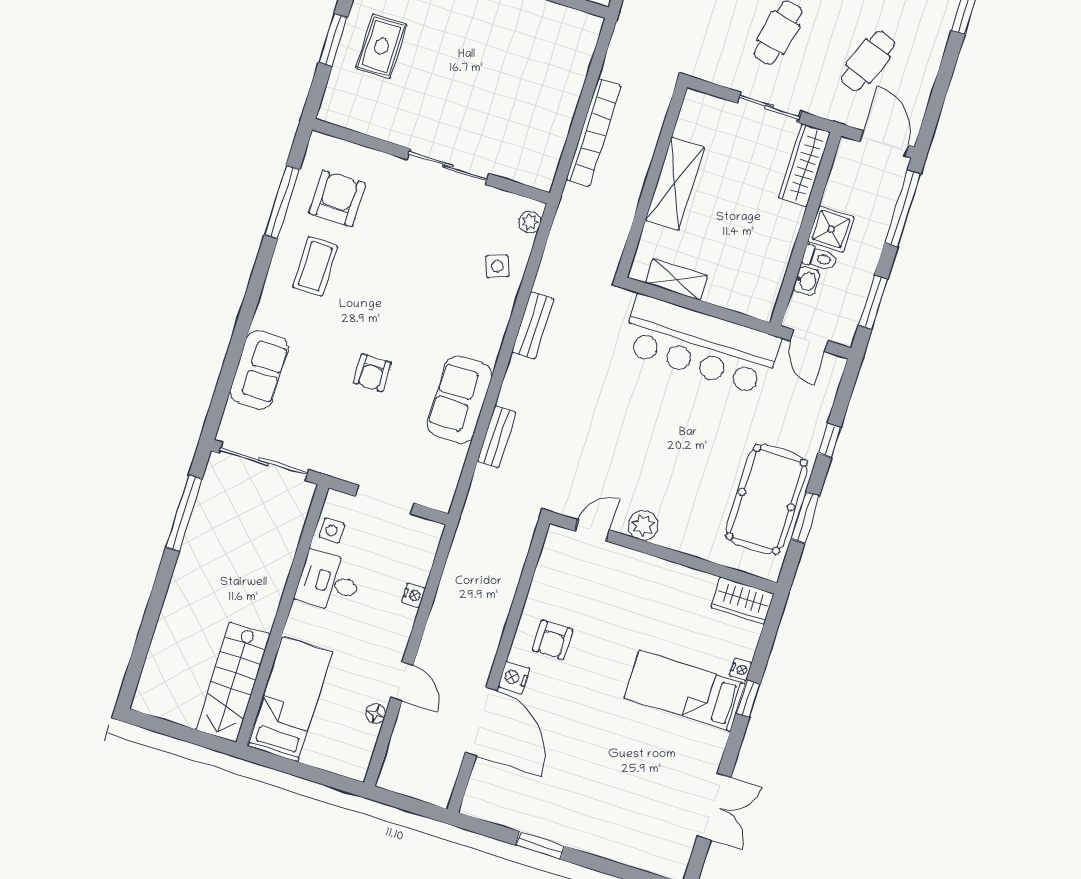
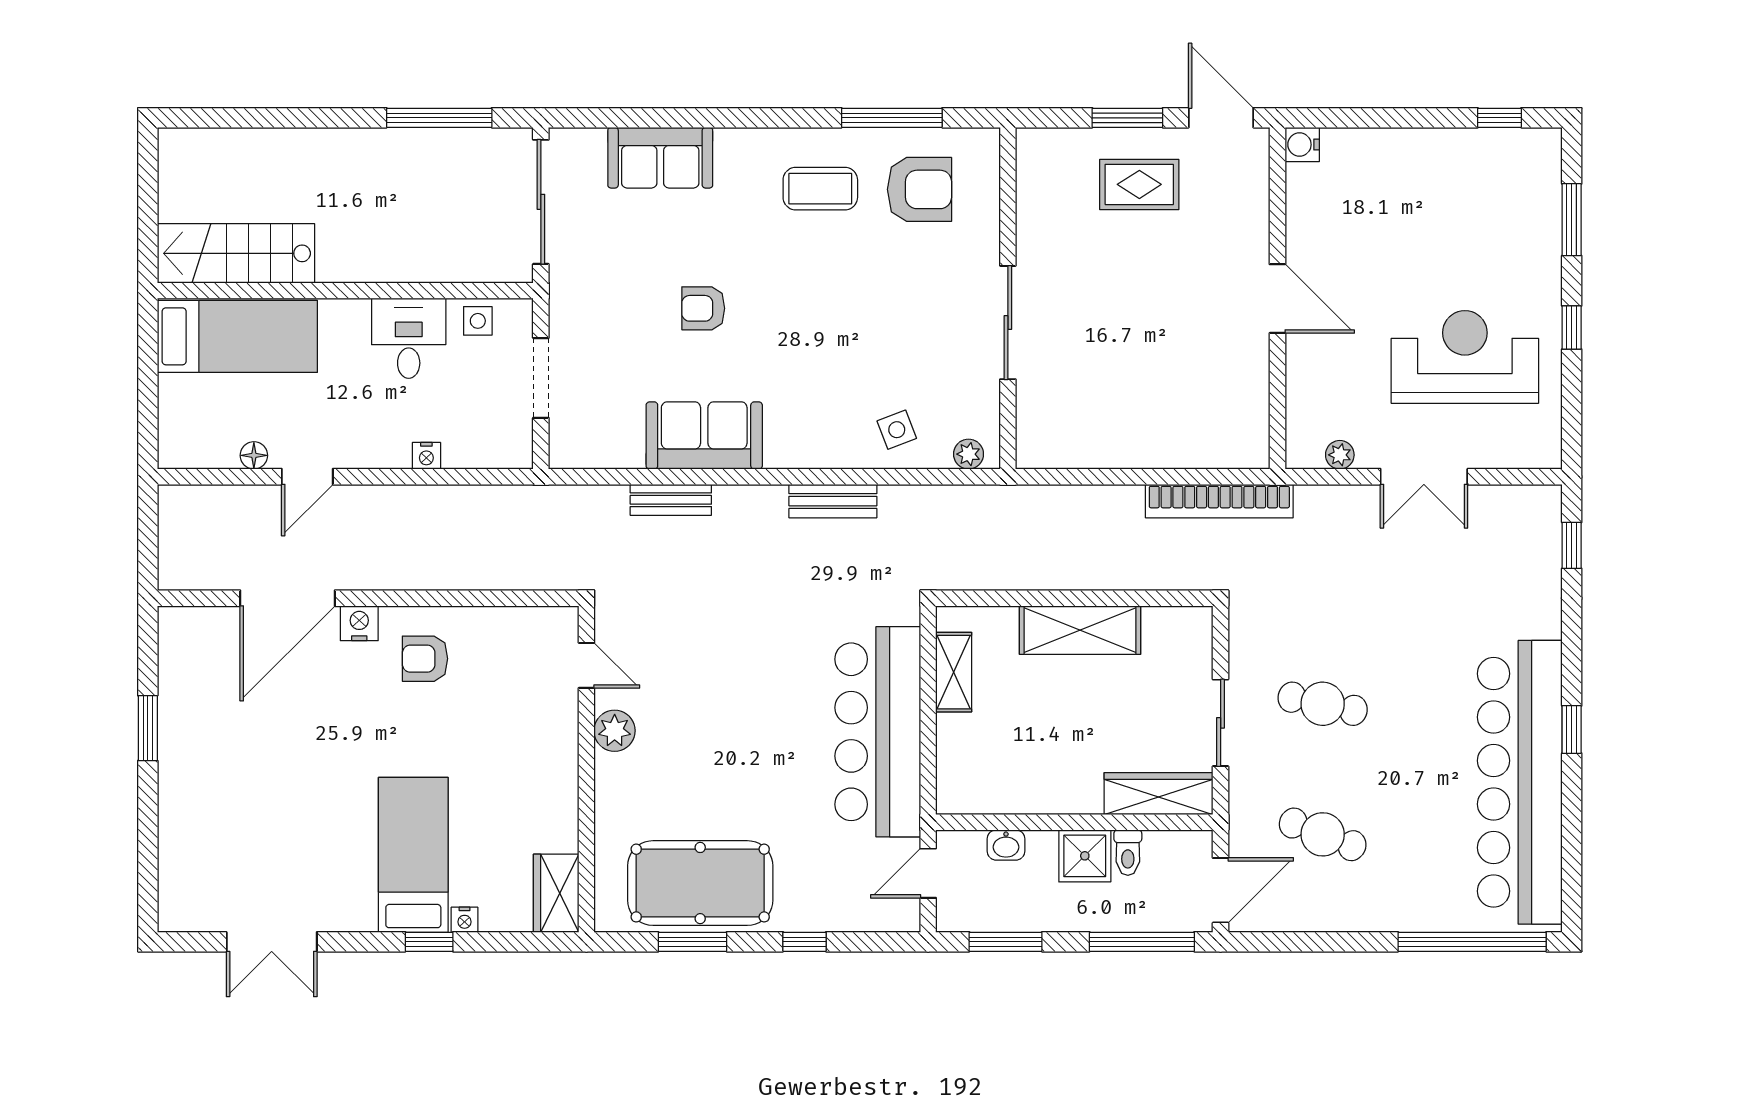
bookcase: (593, 133) -> (1219, 501), moved
toilet: (820, 258) -> (1128, 853), moved

